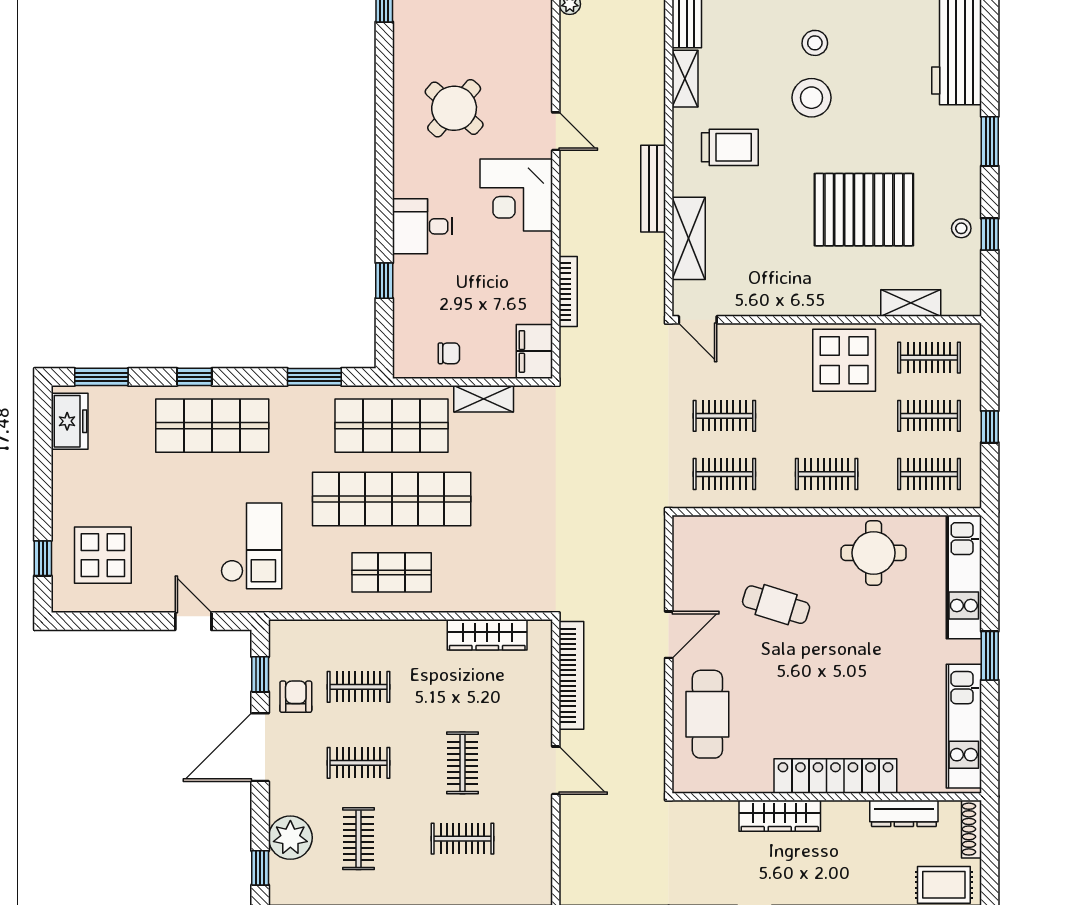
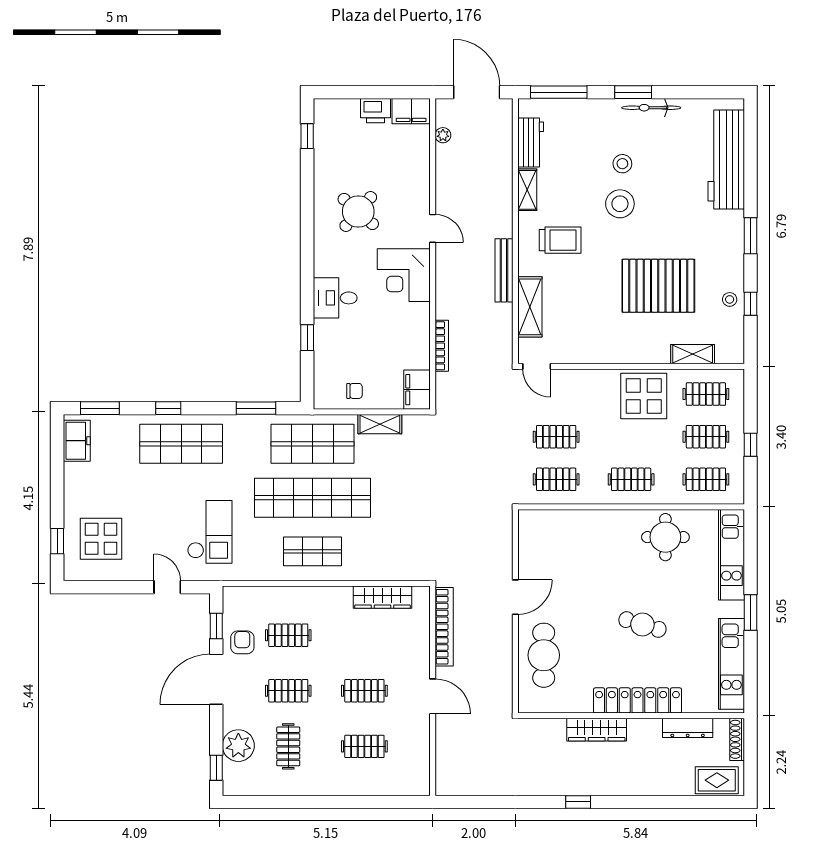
cafe table: (776, 605) -> (642, 625), moved
clothes rail: (462, 763) -> (364, 691), turned 90

